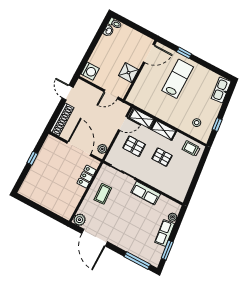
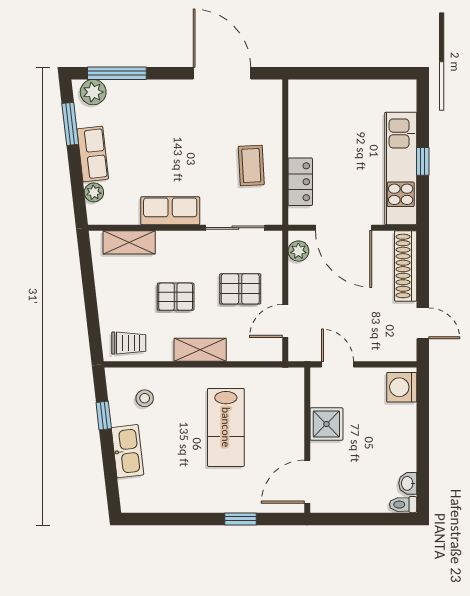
lab bench: (178, 79) -> (226, 427), moved
kitchen sink: (221, 90) -> (127, 451), moved
door: (111, 94) -> (338, 364), hinge flipped
shelving: (142, 118) -> (129, 242), moved
kitchen unit: (43, 160) -> (401, 168), added
plant: (79, 220) -> (93, 92), moved

